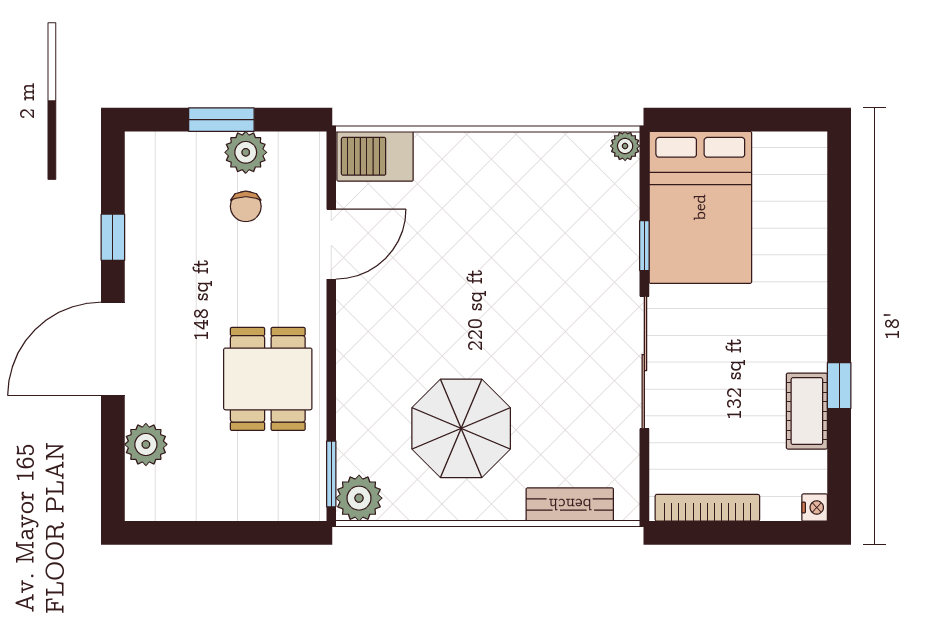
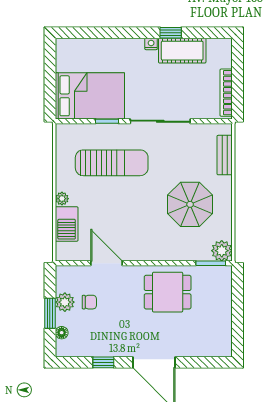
floor lamp: (178, 145) -> (62, 333), added
plant: (625, 146) -> (62, 199), moved
barbecue: (375, 156) -> (67, 224), moved
sun lounger: (553, 256) -> (112, 163), added
cot: (807, 411) -> (182, 51), width x1.37, depth x1.34
plant: (146, 444) -> (197, 347), removed
nightstand: (815, 508) -> (151, 44), moved

